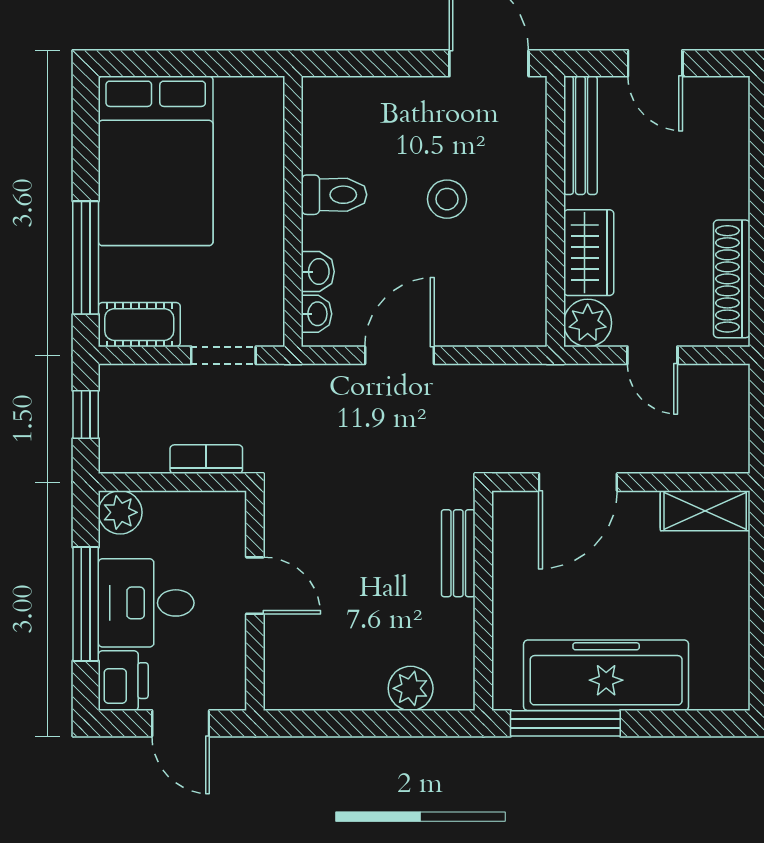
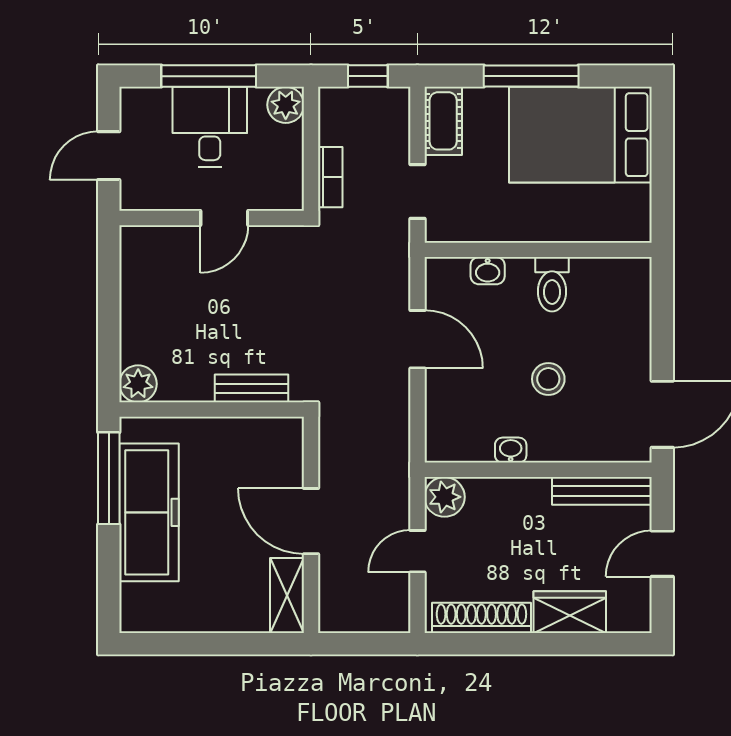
wardrobe: (589, 253) -> (570, 612), moved, turned 180
window: (86, 258) -> (531, 76), moved
washbasin: (317, 314) -> (511, 450), moved, turned 180
door: (578, 482) -> (311, 521), moved
printer: (123, 681) -> (145, 107), removed
plant: (411, 688) -> (138, 384), moved

